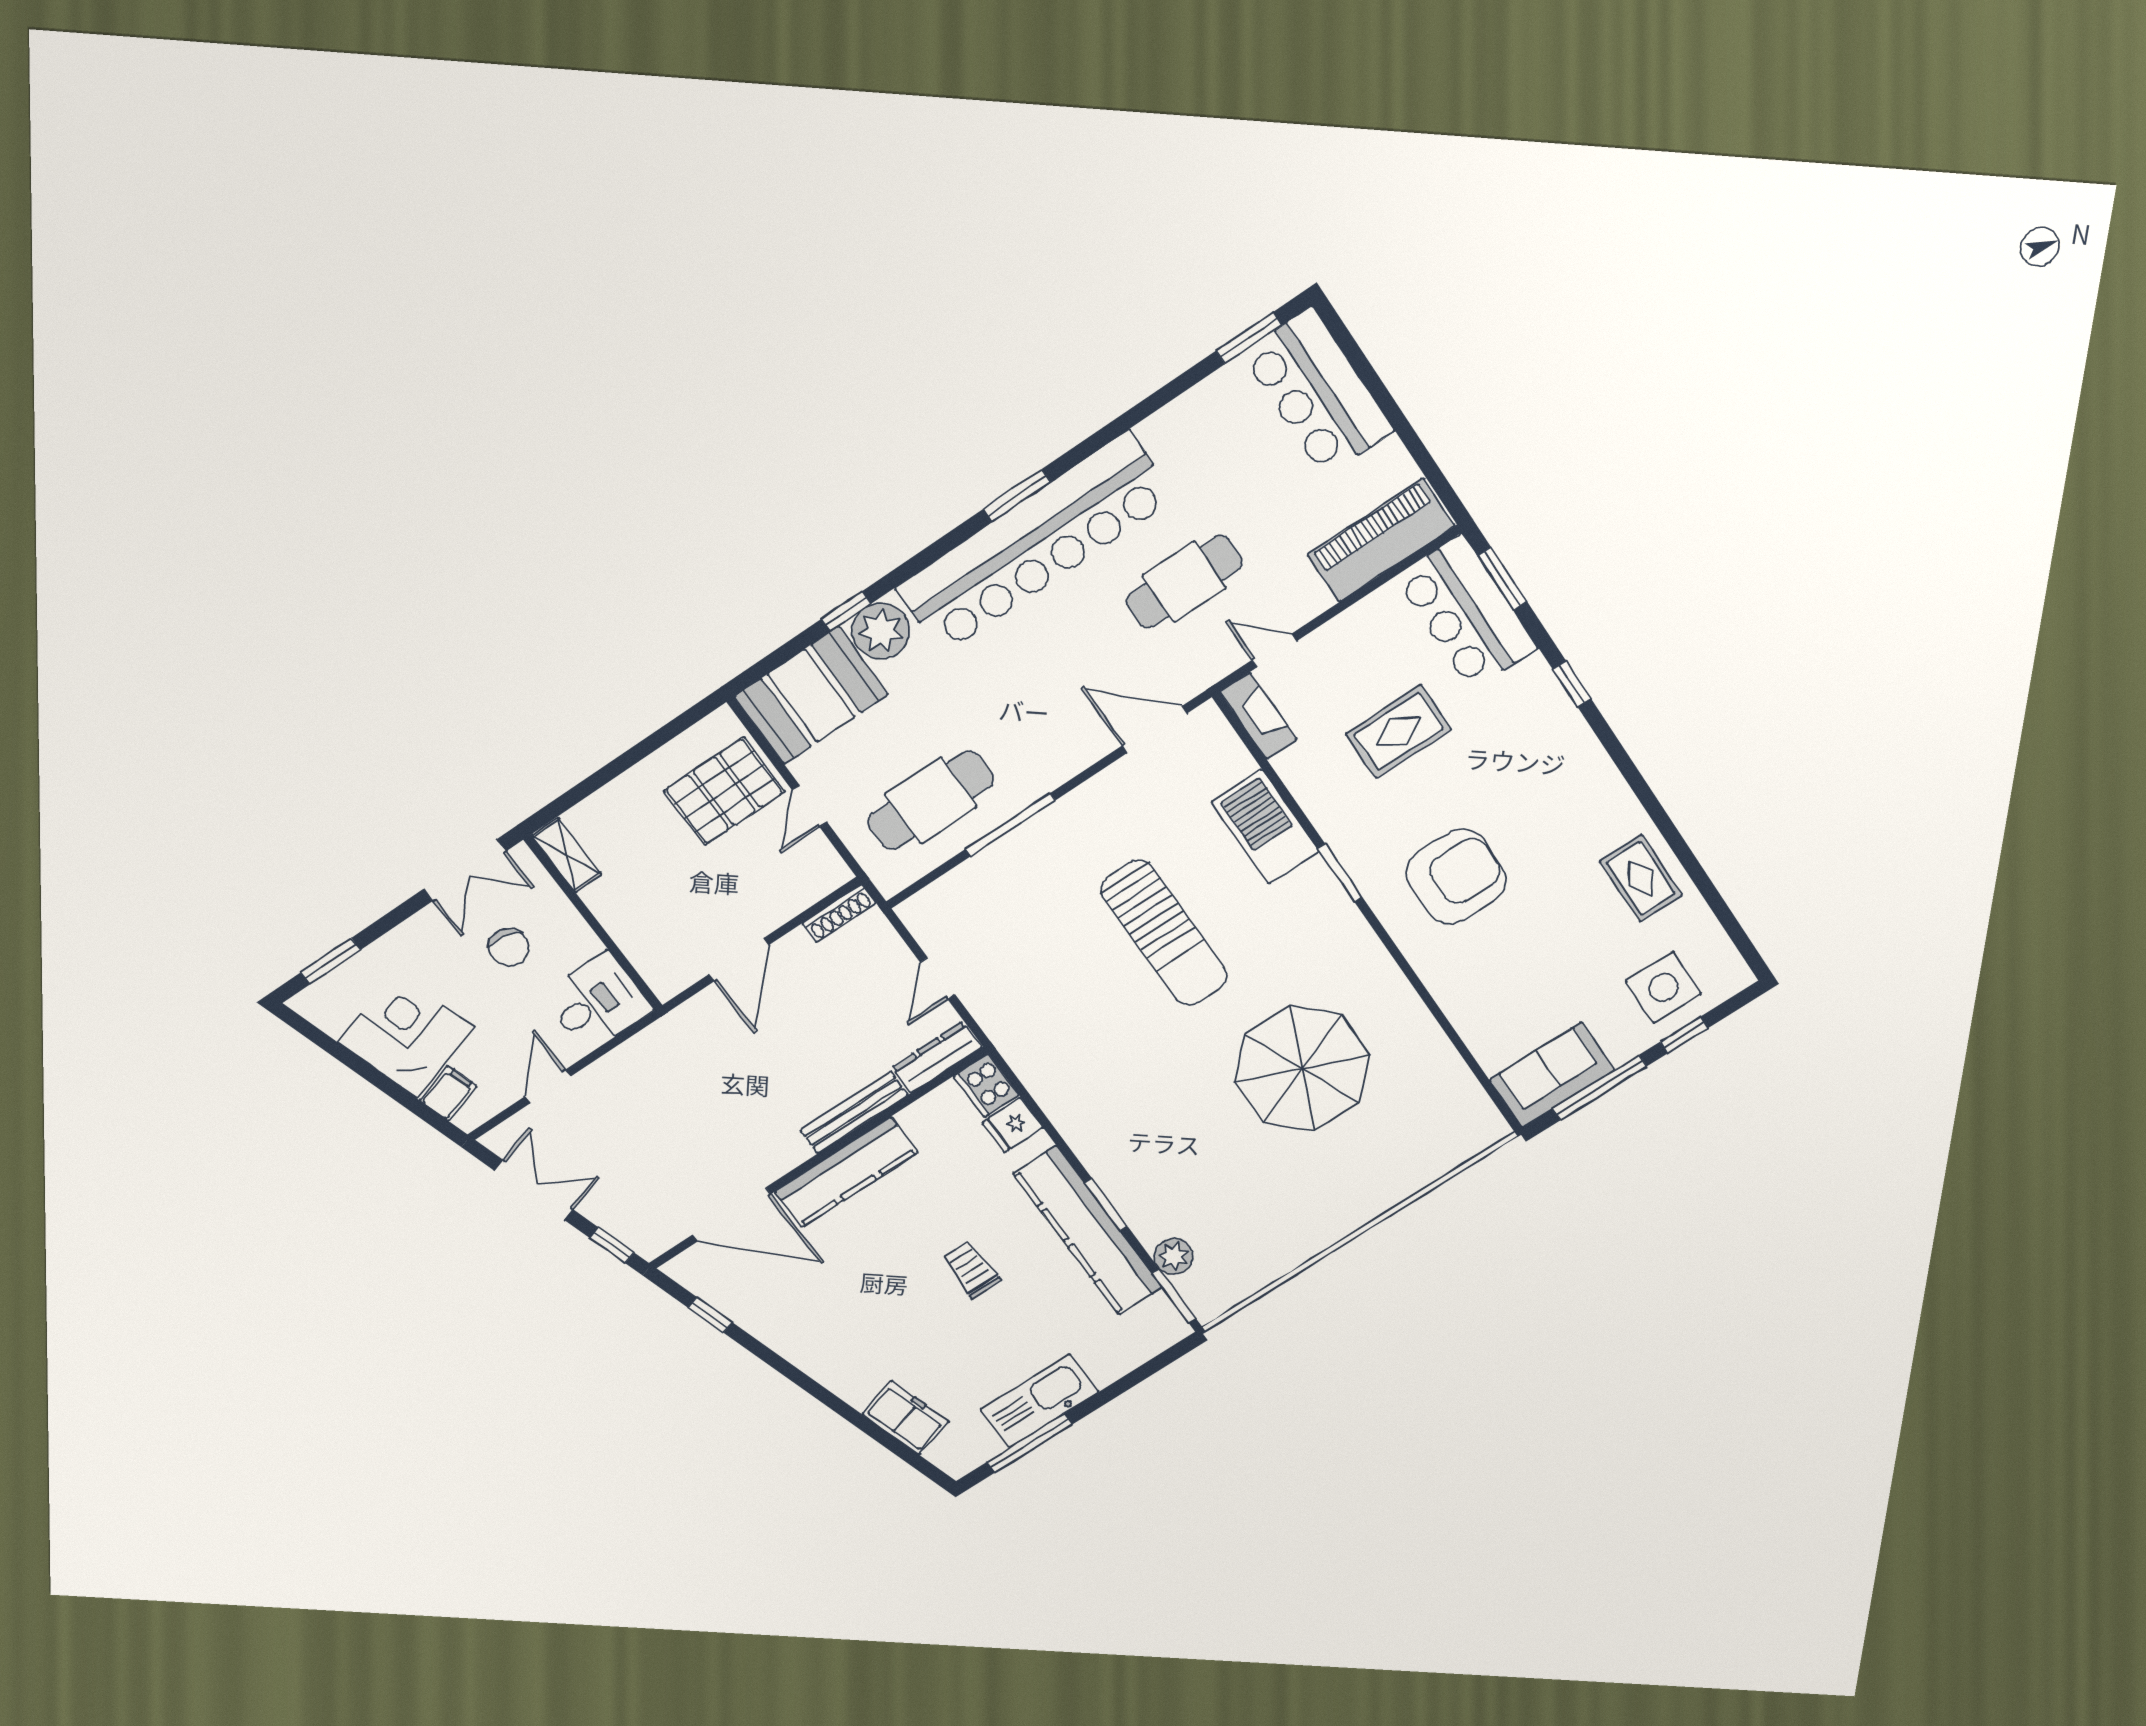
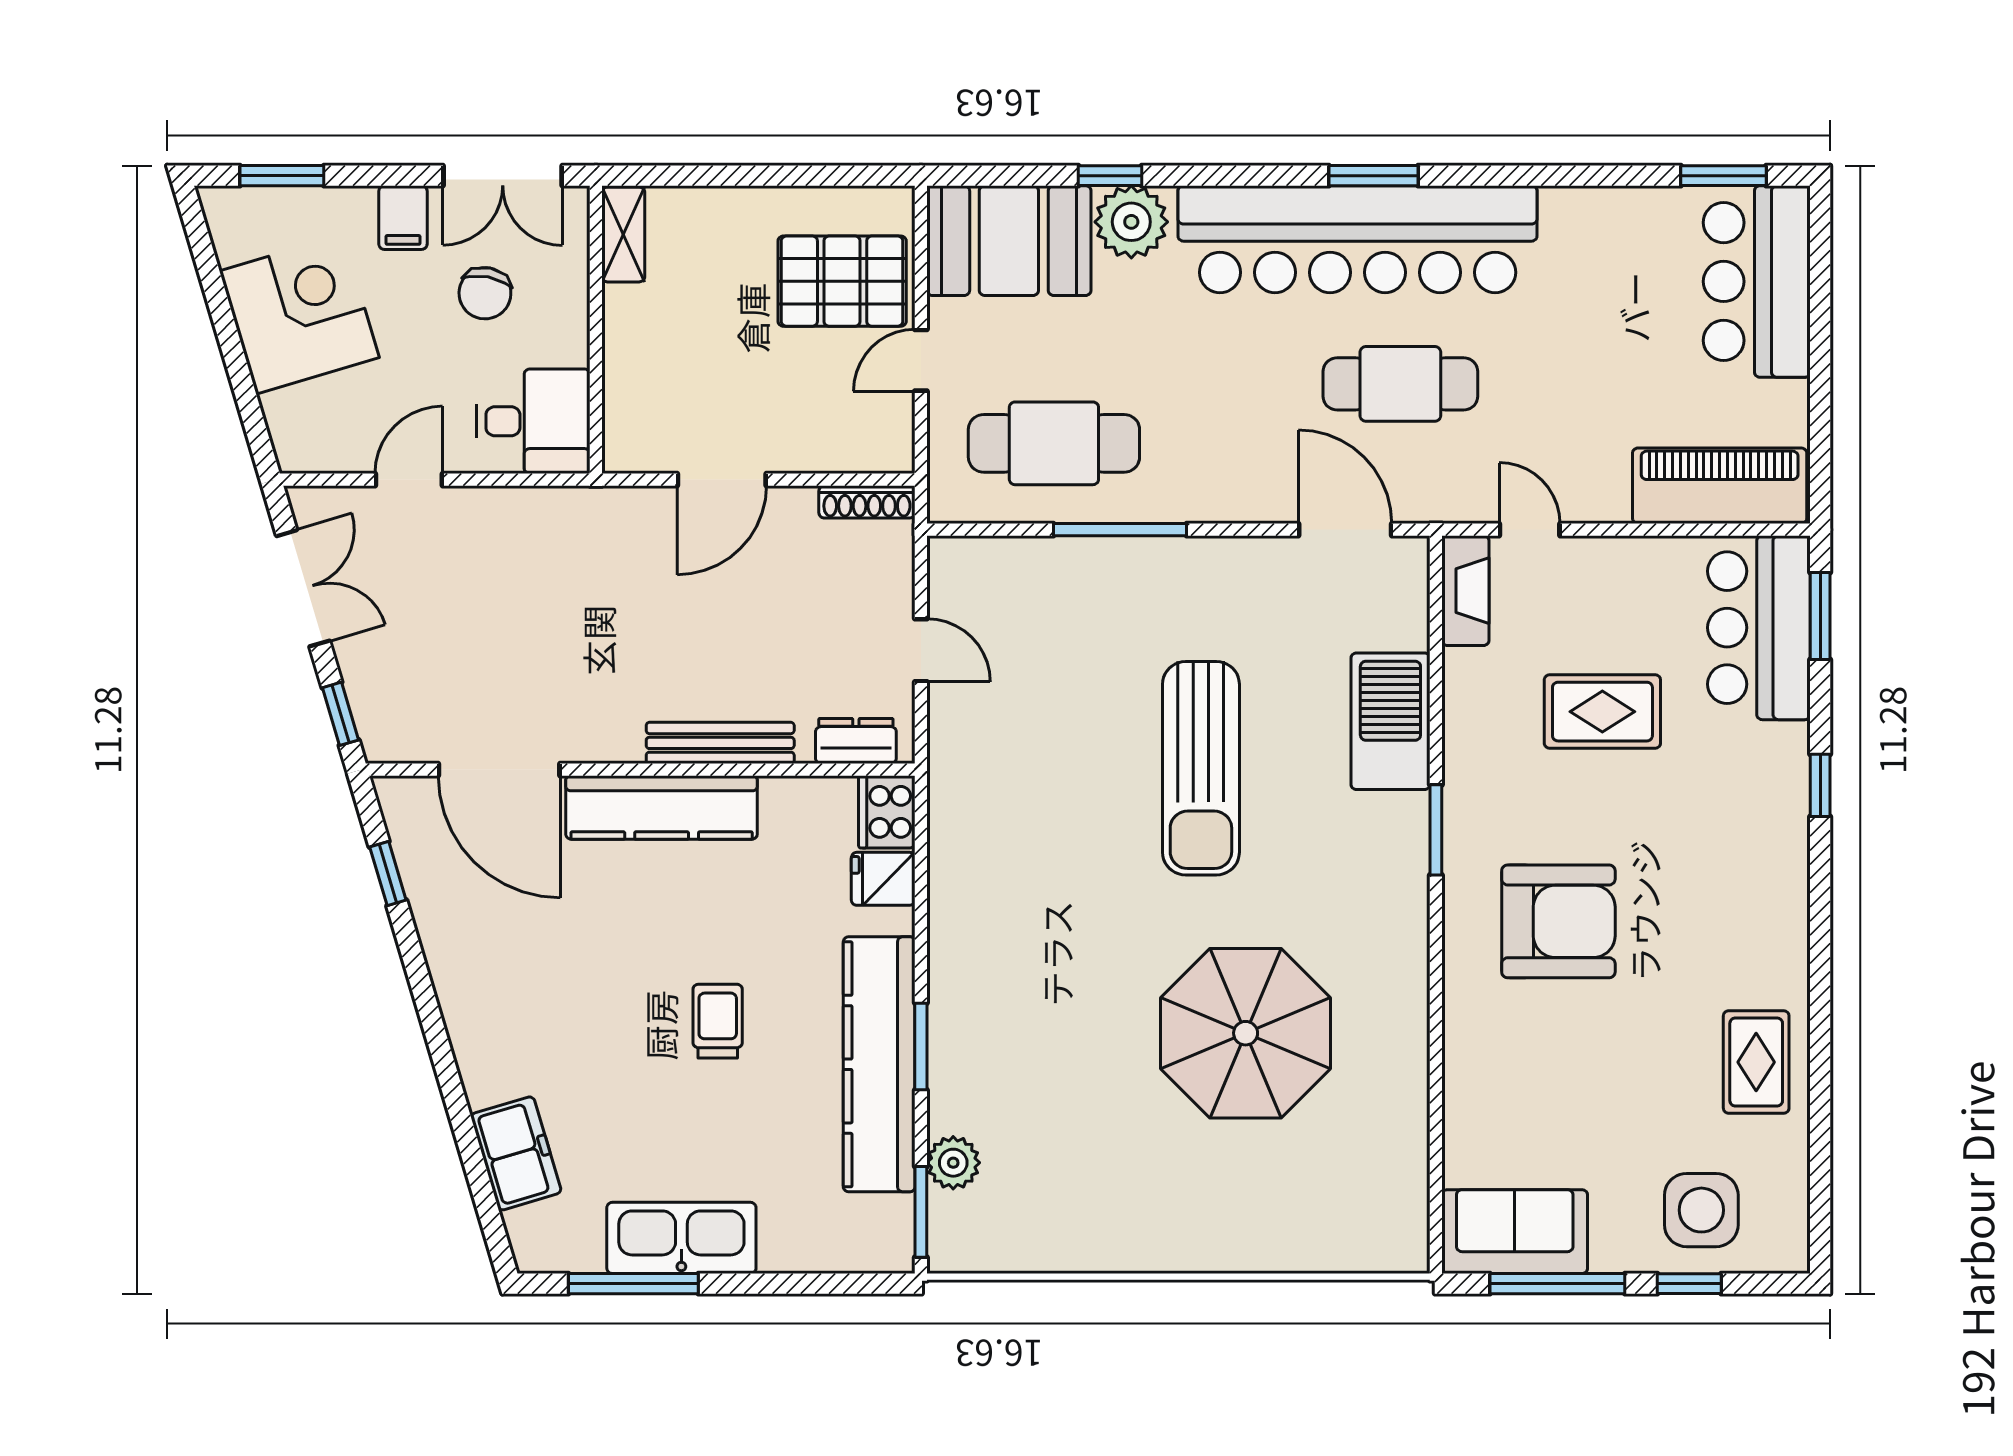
cafe table: (1184, 582) -> (1400, 384), moved
door: (938, 978) -> (921, 650), swing flipped
dresser: (937, 1057) -> (856, 741), width x0.70
filing cabinet: (448, 1093) -> (403, 218), moved, turned 107

